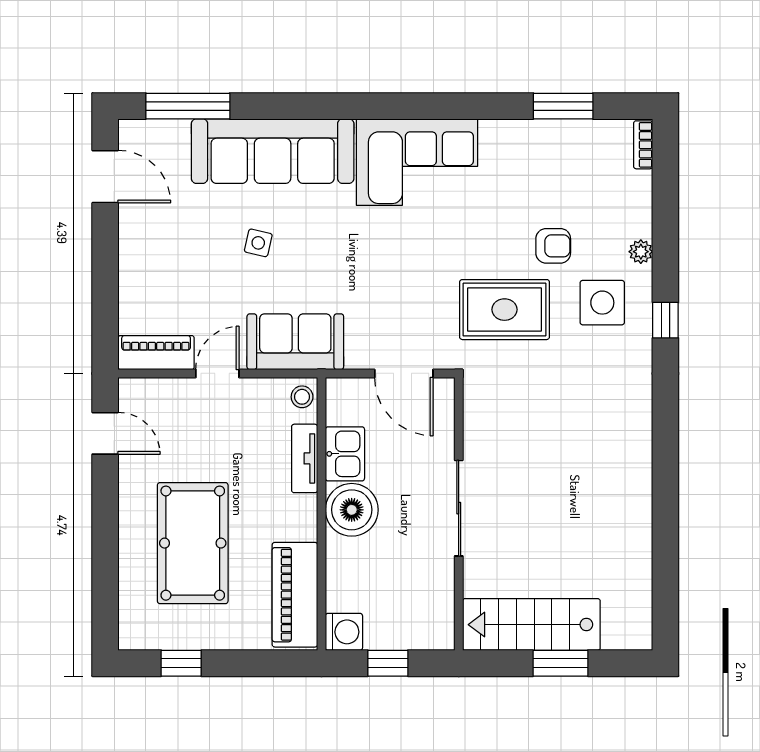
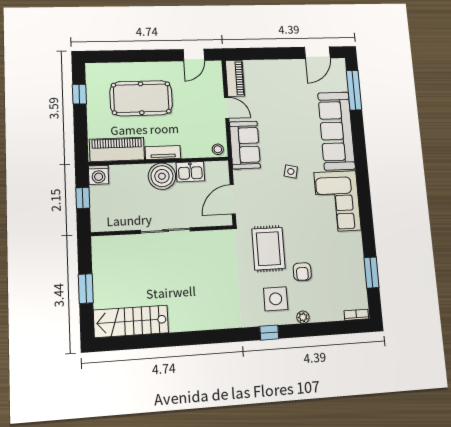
side table: (258, 243) -> (291, 171), moved
tv unit: (305, 458) -> (163, 153), moved
stairs: (531, 625) -> (131, 321), moved, turned -90

